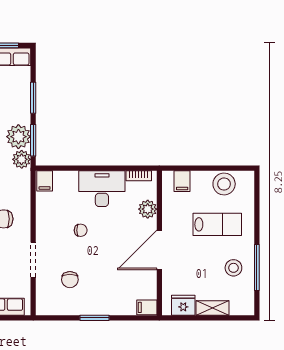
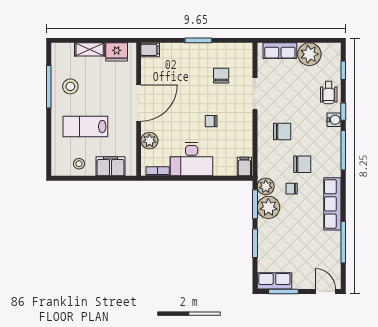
filing cabinet: (182, 181) -> (110, 166), width x2.00
stool: (224, 184) -> (79, 164), width x0.53, depth x0.53

